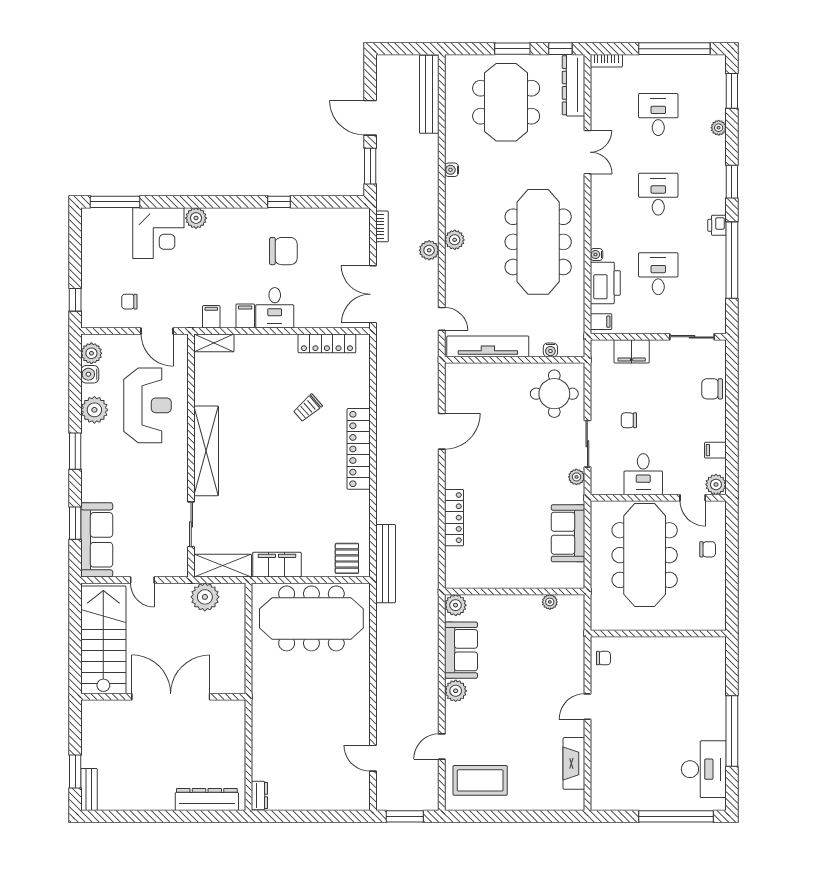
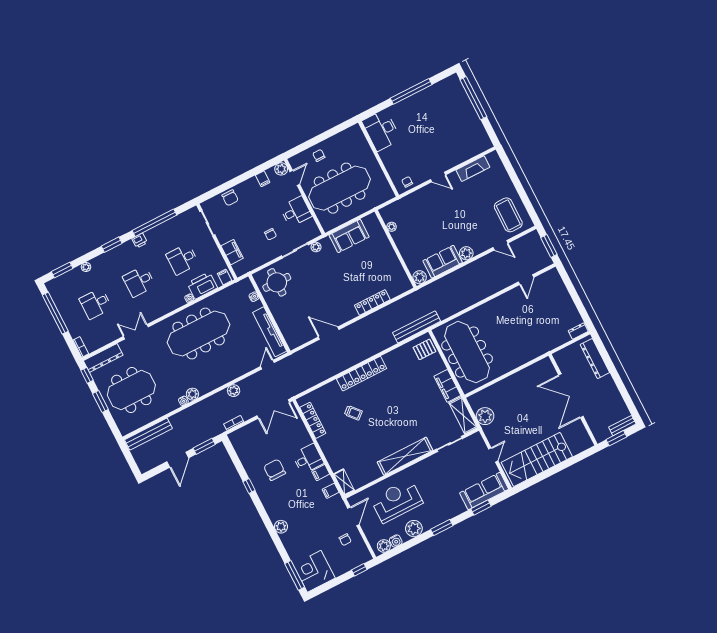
corner desk: (158, 233) -> (314, 571), moved, turned -90
plant: (455, 240) -> (192, 394), moved
wall: (163, 697) -> (573, 400), moved
double door: (171, 697) -> (571, 396), moved
desk: (704, 769) -> (381, 130), moved, turned -90

